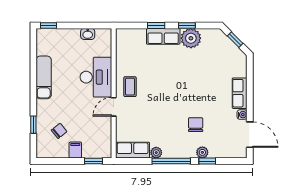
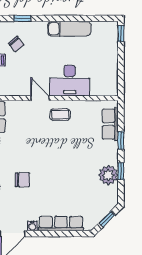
washbasin: (88, 34) -> (113, 72), removed
row of seats: (163, 36) -> (110, 124), moved
row of seats: (240, 93) -> (61, 224), width x1.48

